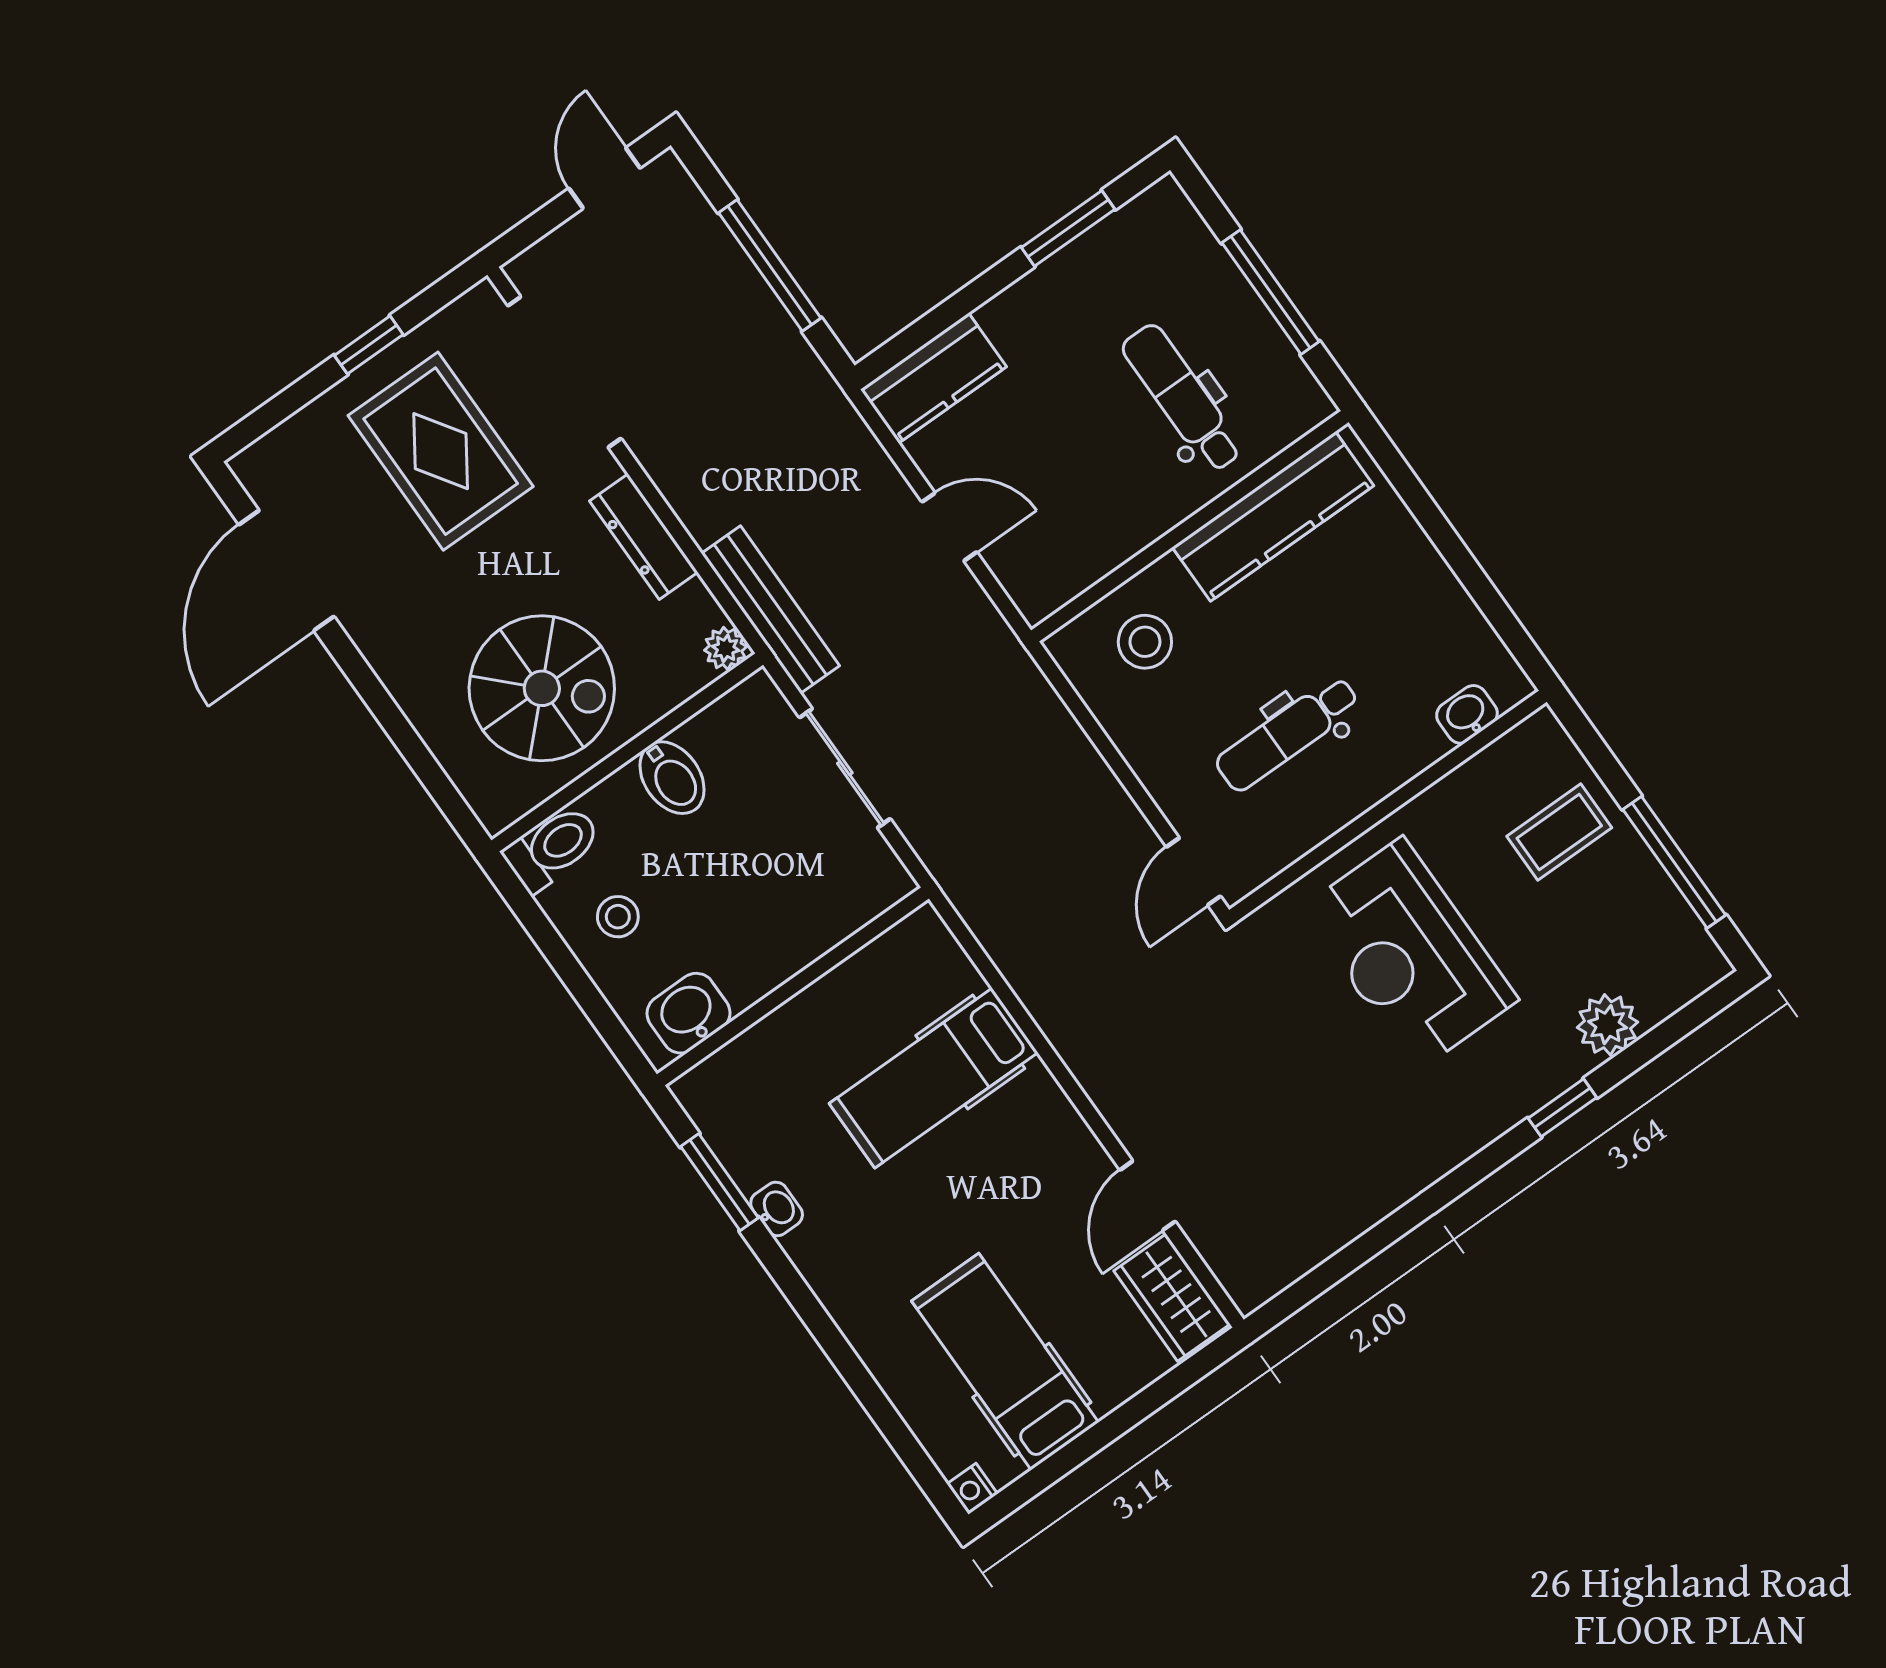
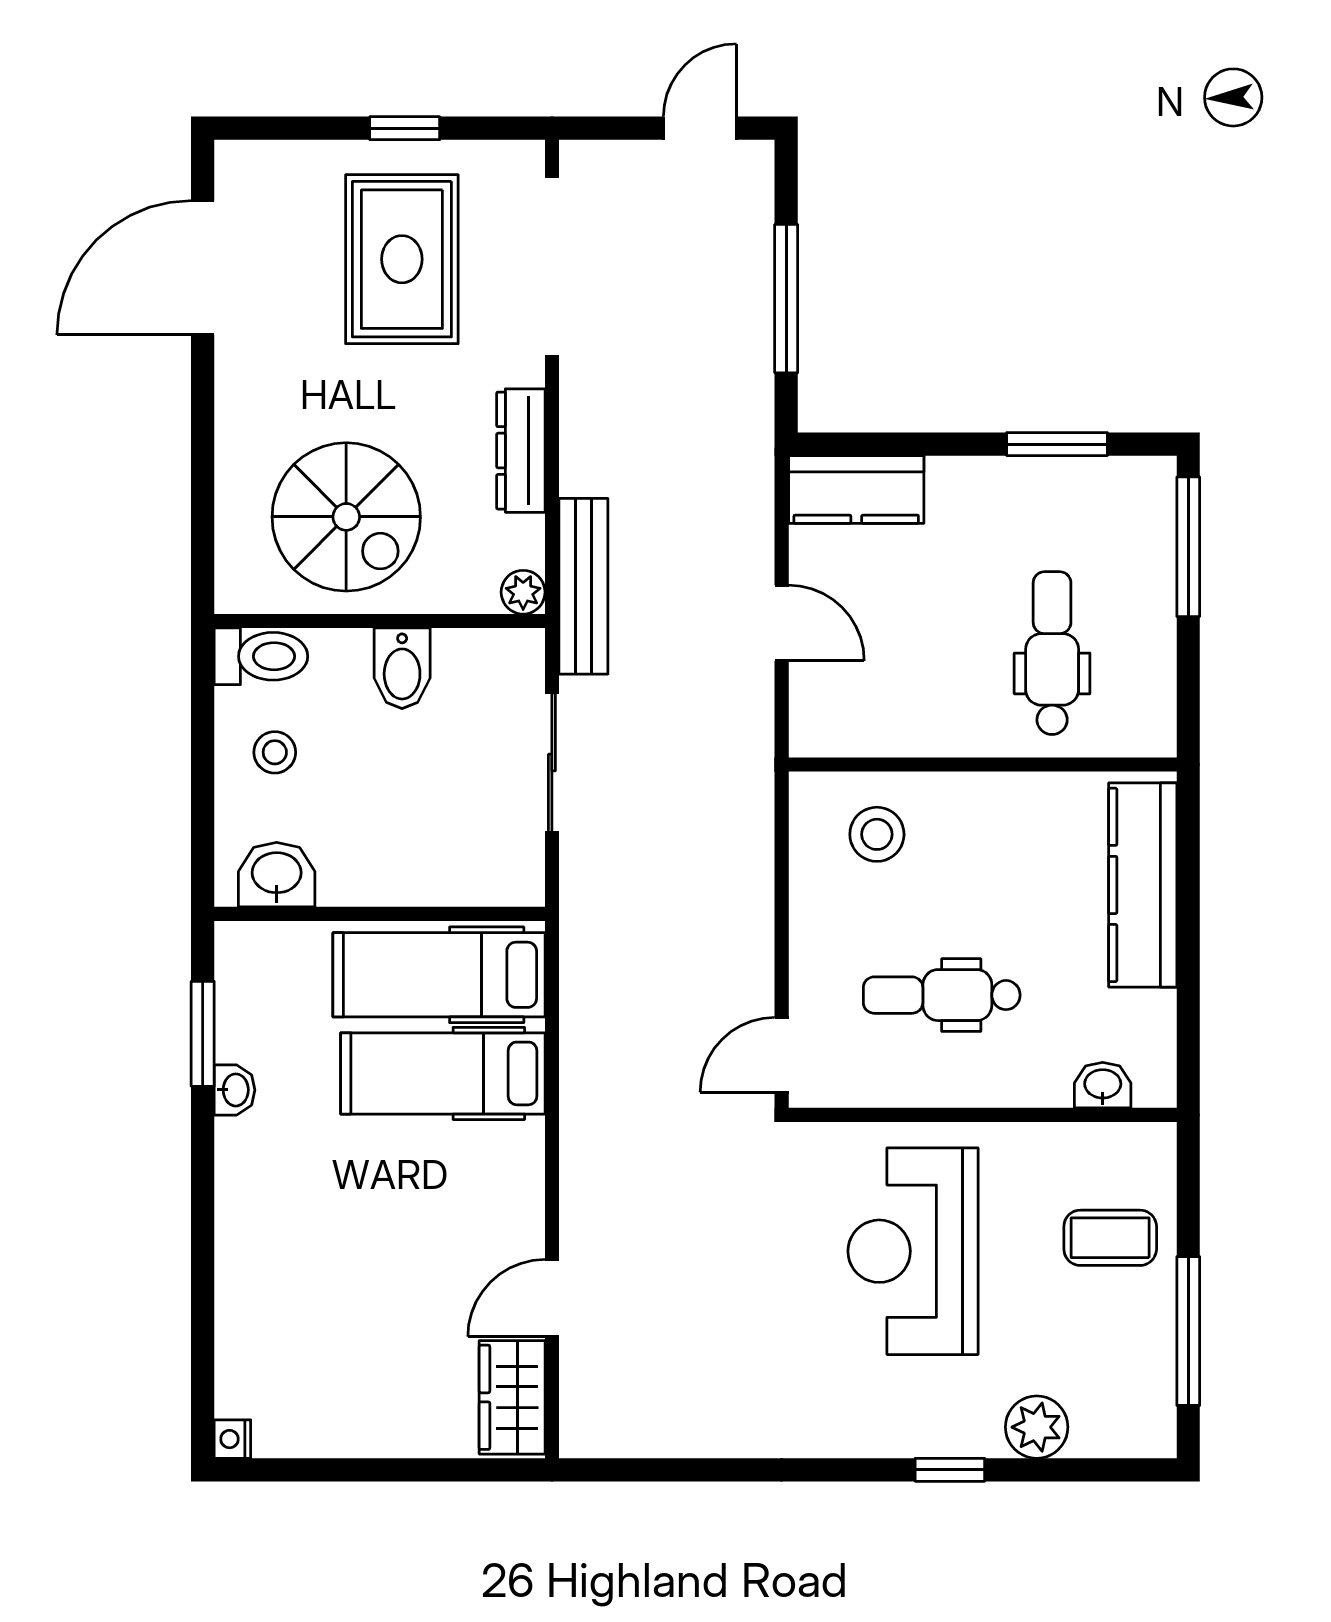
window: (1271, 292) -> (1188, 547), moved
kitchen counter: (1273, 516) -> (1143, 885), moved, turned 90
hospital bed: (1005, 1362) -> (439, 975), moved, turned -90

